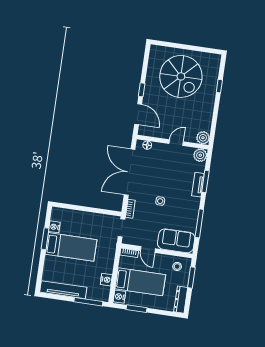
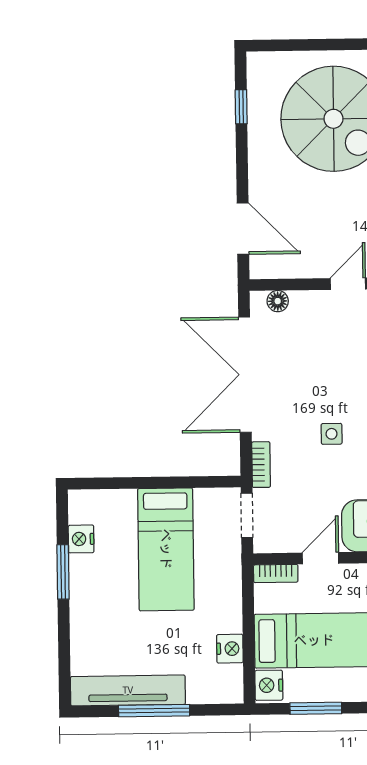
window: (142, 90) -> (241, 107), moved
bed: (71, 247) -> (166, 549), moved, turned 90
door: (148, 250) -> (320, 558), swing flipped
window: (88, 302) -> (154, 711), moved

